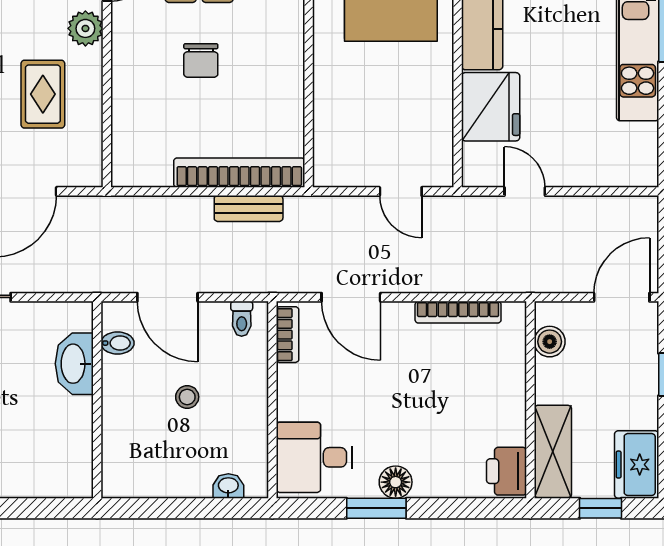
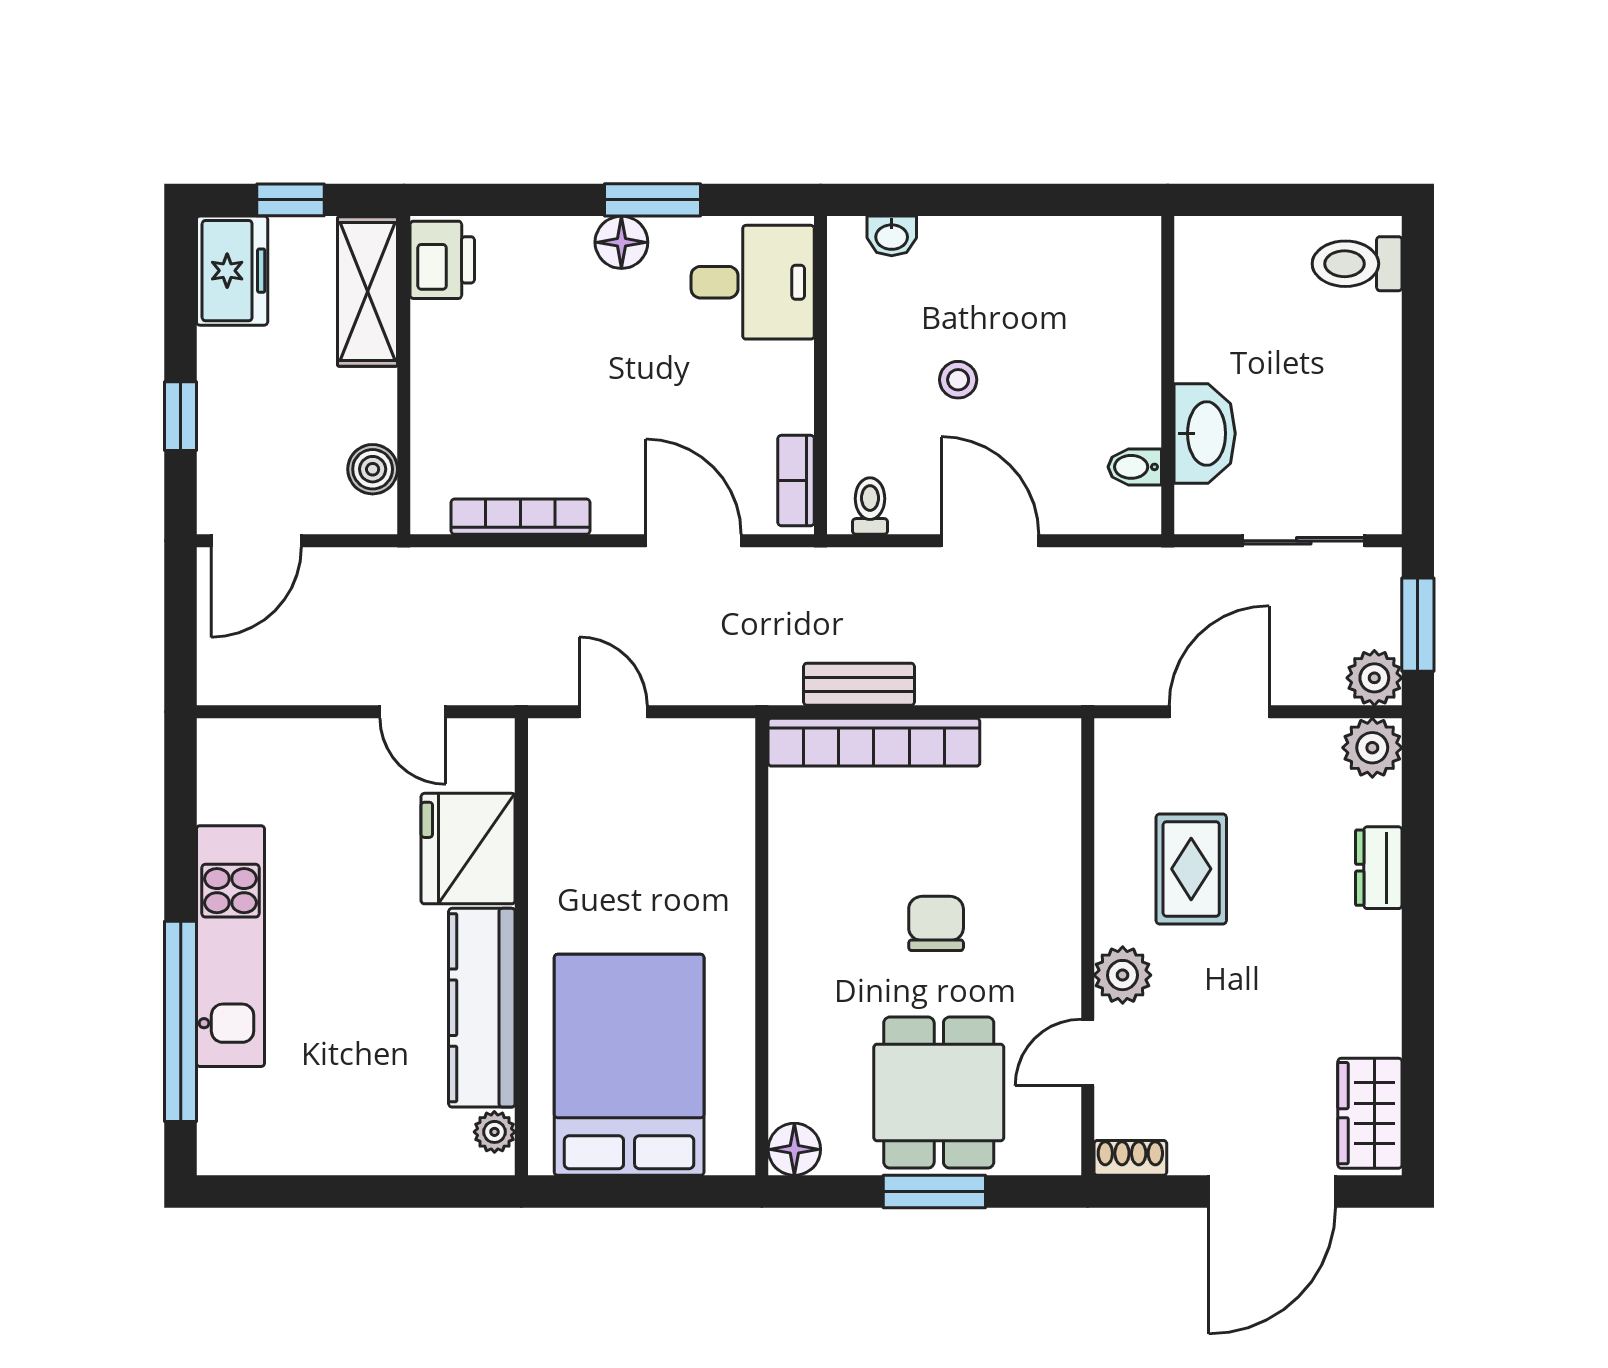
bidet: (117, 343) -> (1135, 467), moved
washbasin: (74, 364) -> (1205, 433), moved
wall: (97, 400) -> (1168, 375), moved

